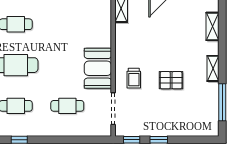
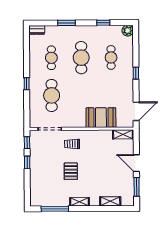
booth: (98, 68) -> (101, 118), moved
cafe table: (67, 106) -> (52, 95), width x1.37, depth x1.35
window: (19, 140) -> (27, 84), moved

